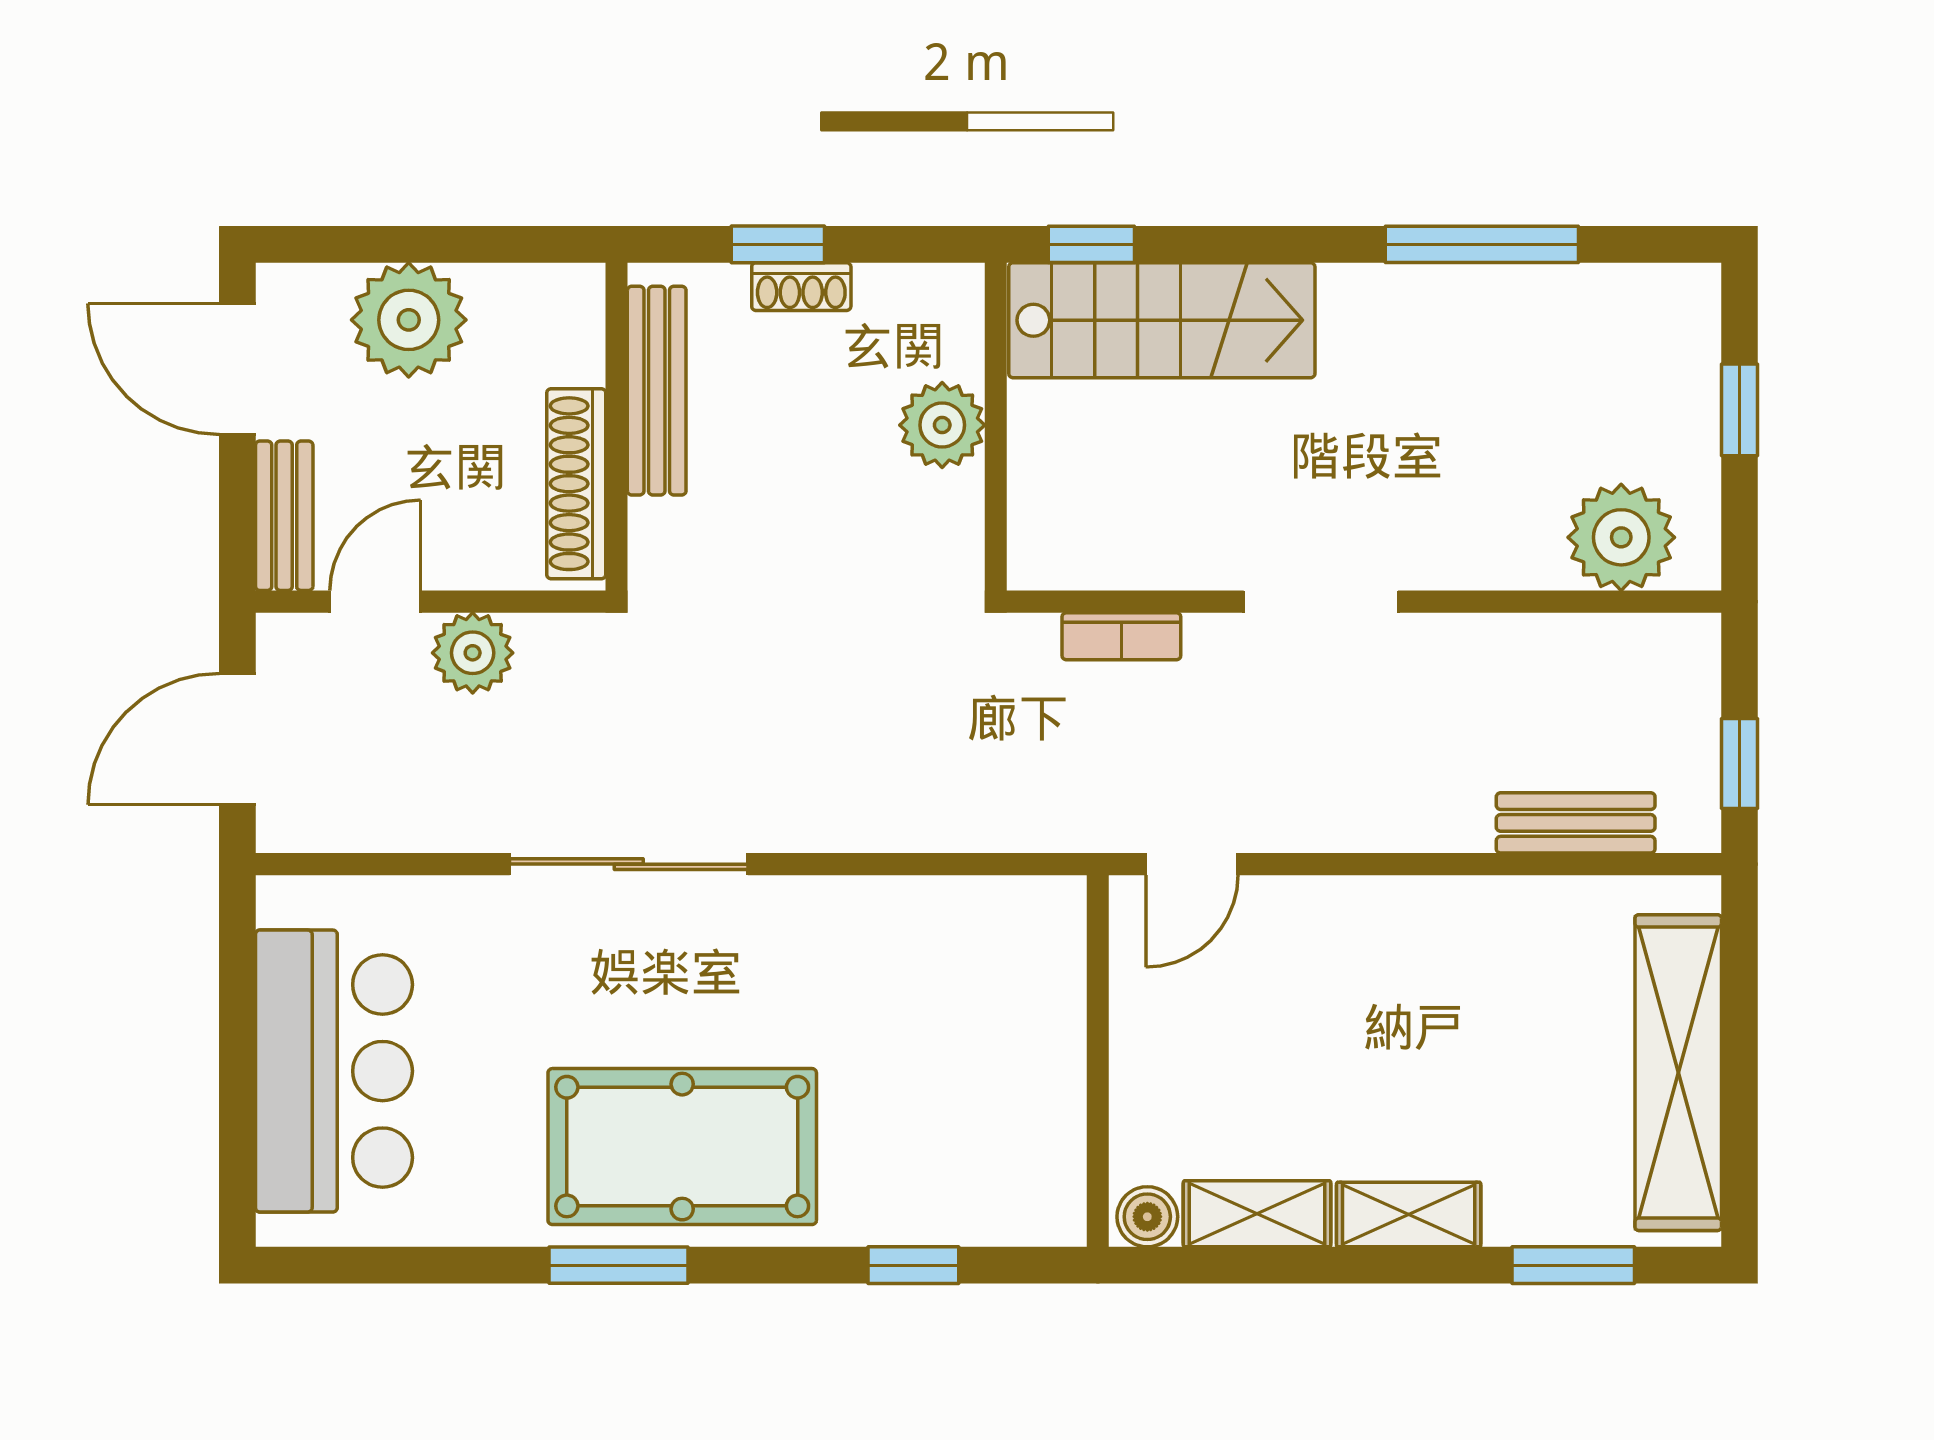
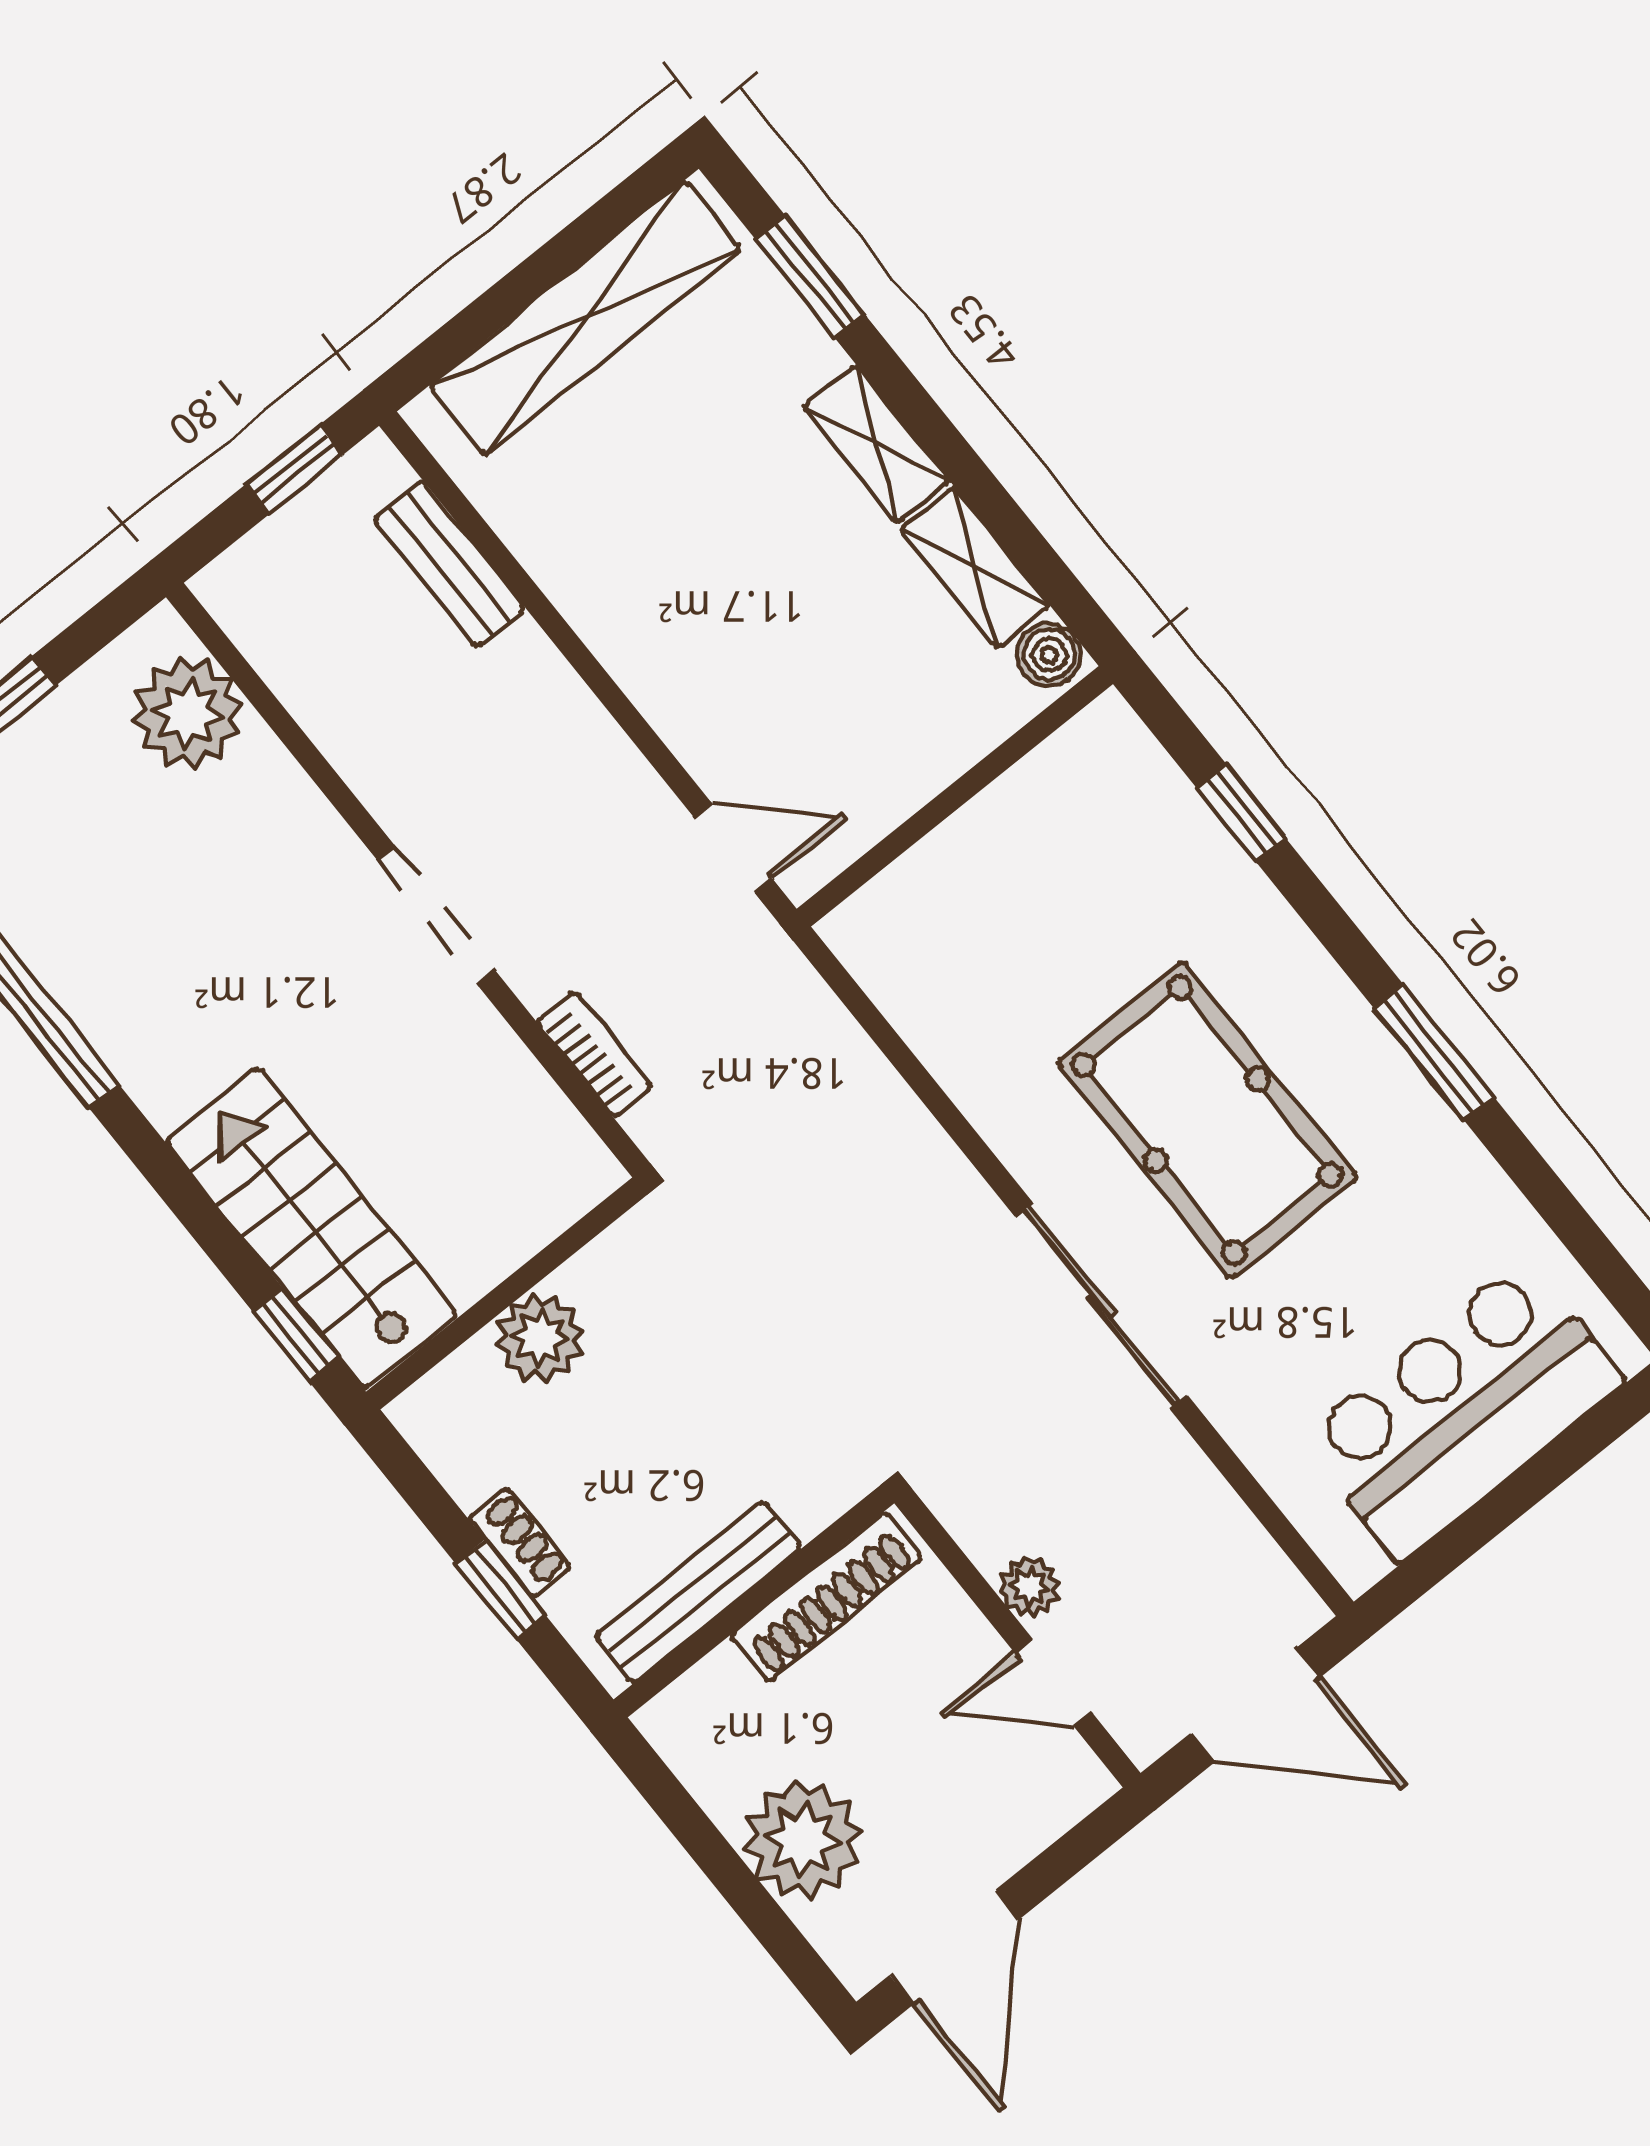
bench: (284, 516) -> (1043, 1813), removed
plant: (473, 653) -> (1030, 1587), width x0.73, depth x0.73
pool table: (682, 1147) -> (1207, 1120), moved

